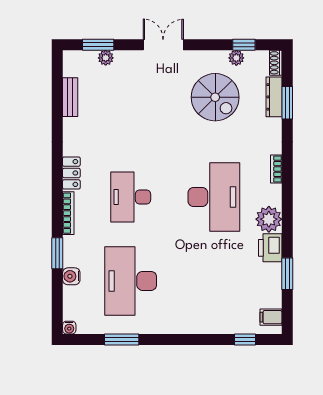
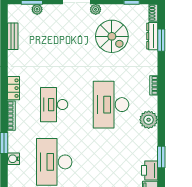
plant: (236, 58) -> (96, 9), moved
desk: (214, 197) -> (111, 105), turned 180
printer: (270, 248) -> (150, 170), moved

